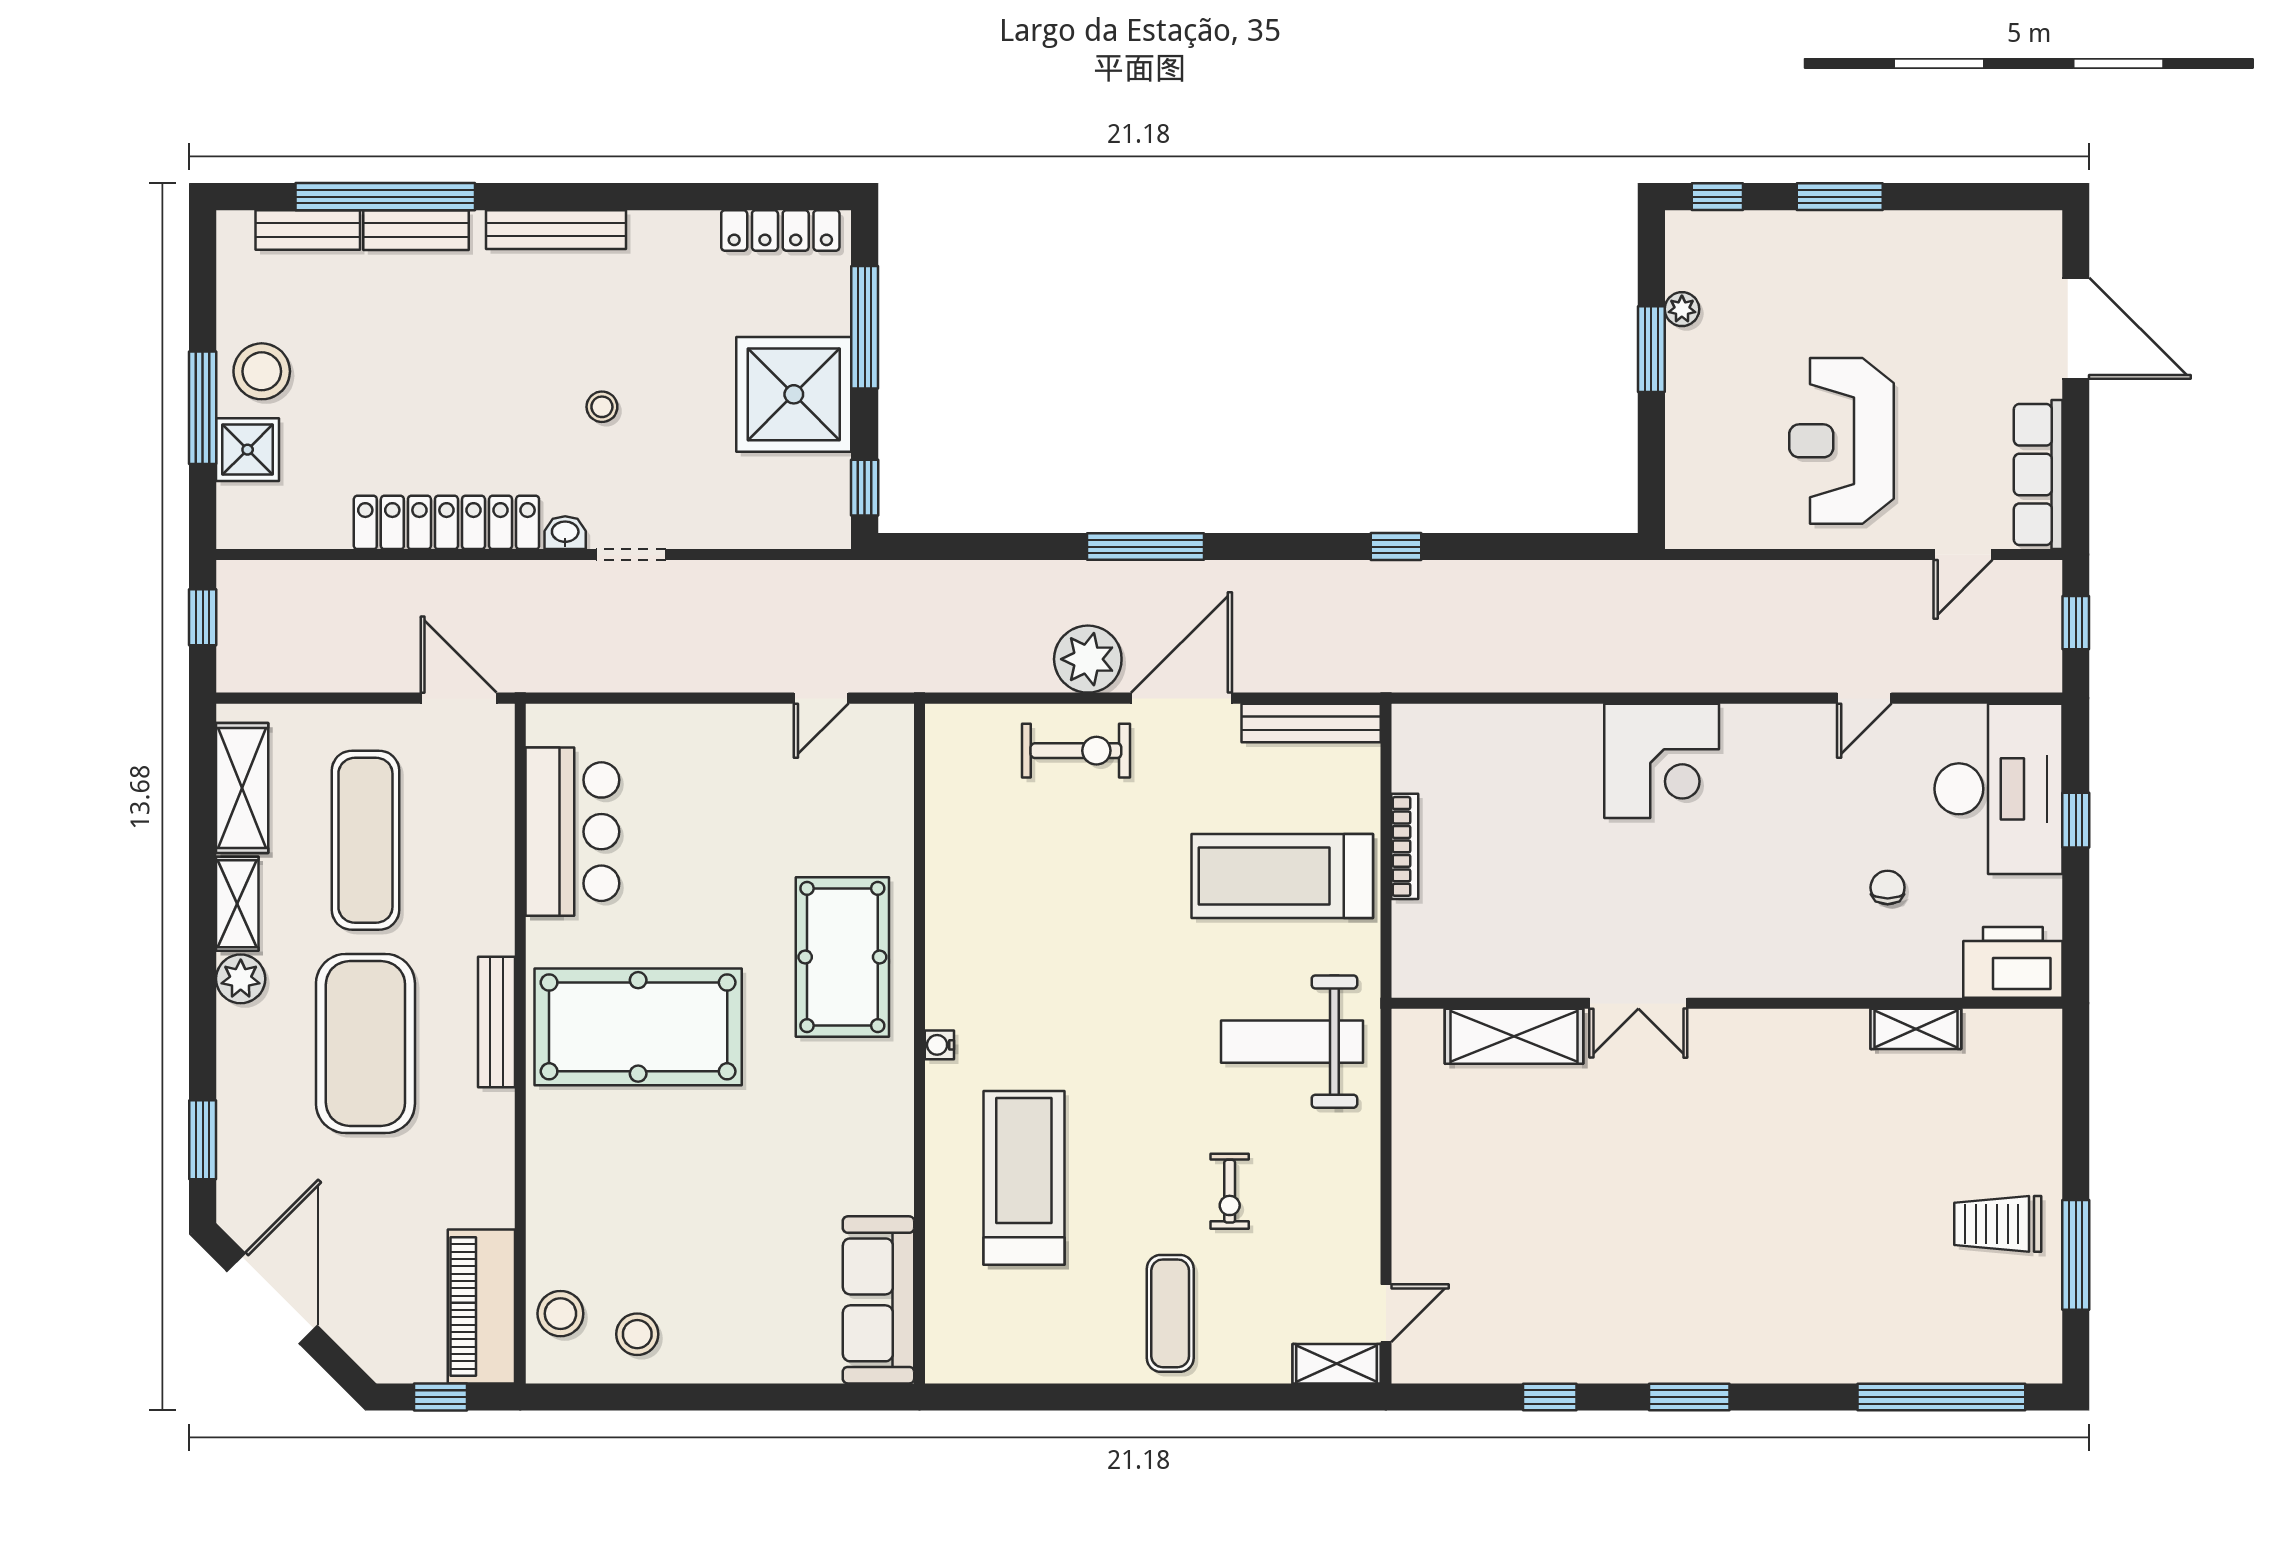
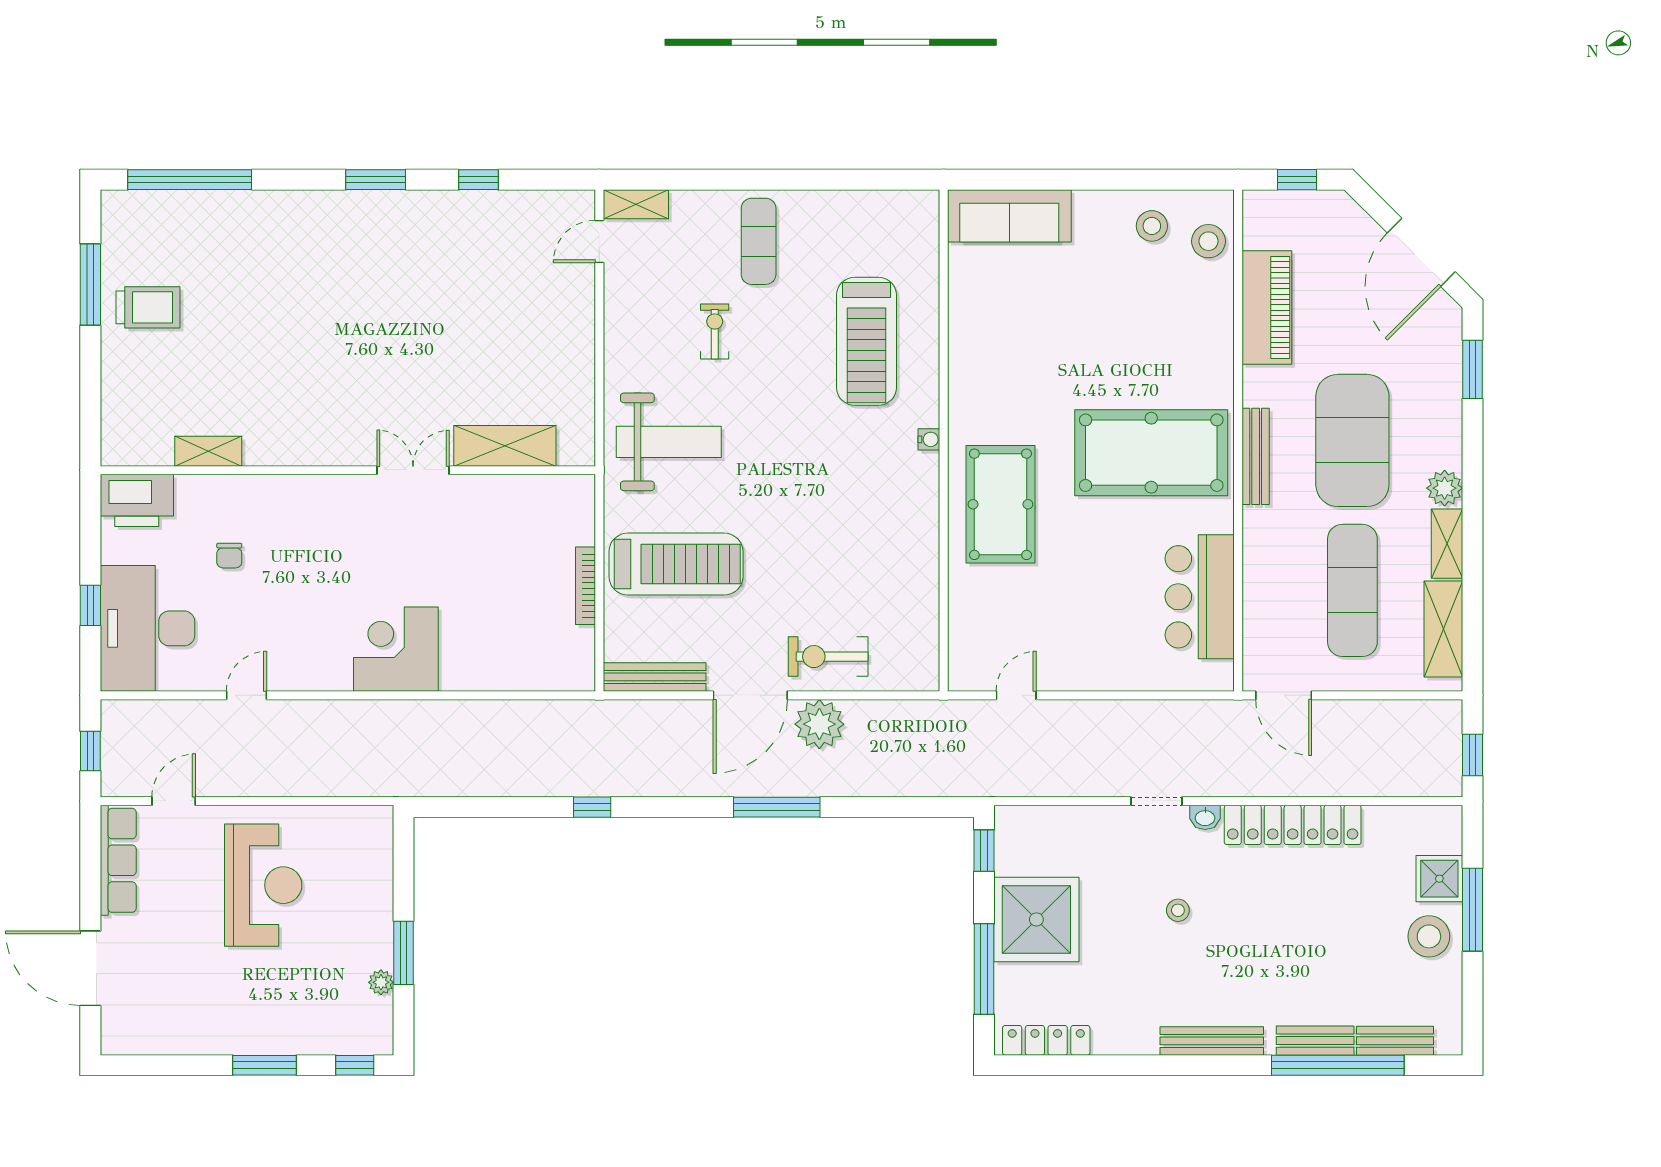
sofa: (878, 1300) -> (1009, 216), moved, turned 90
piano: (481, 1306) -> (1267, 307), moved

